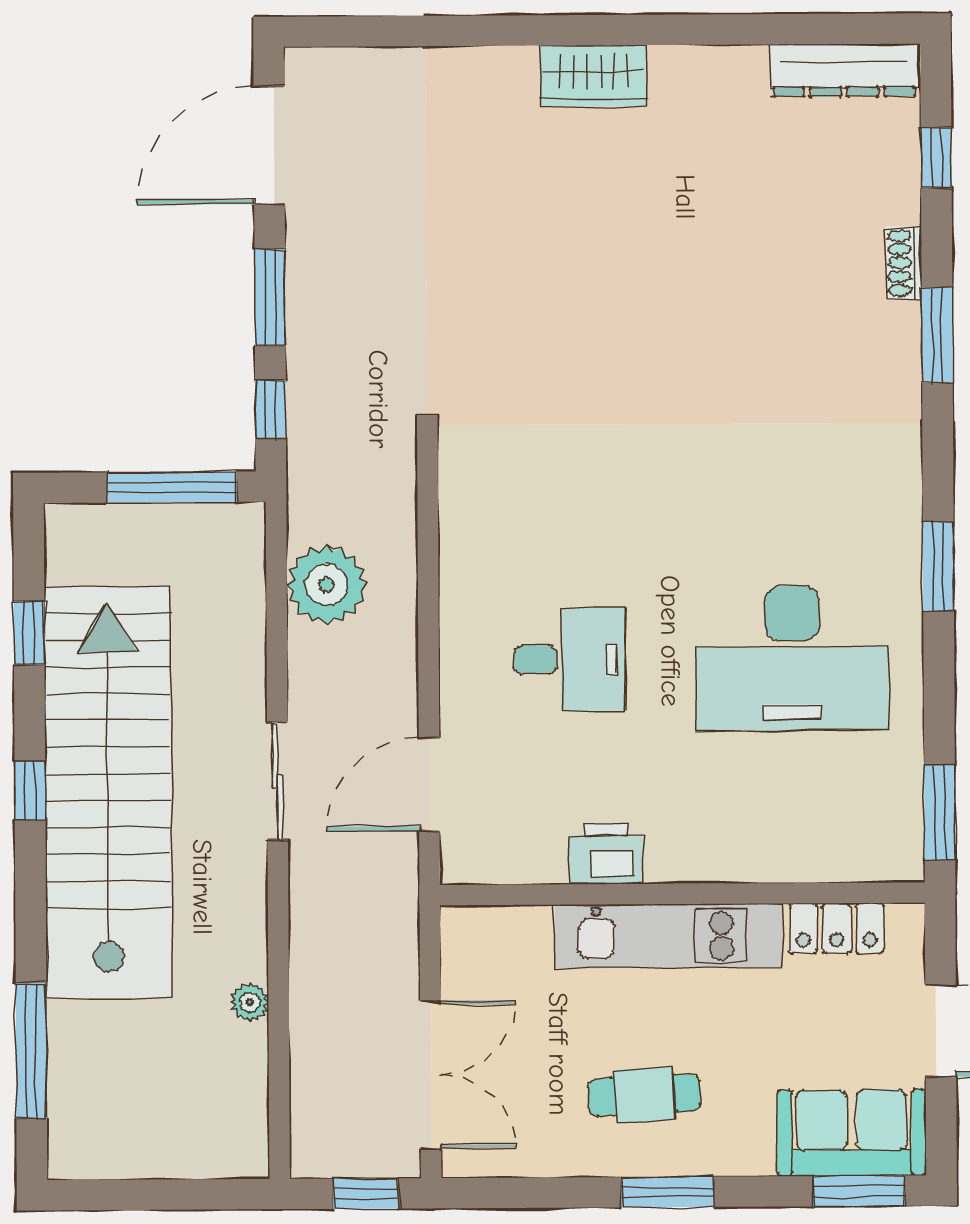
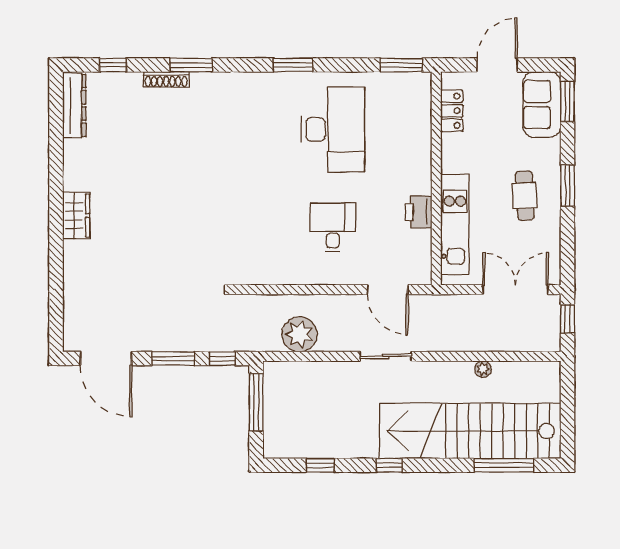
shoe rack: (904, 263) -> (166, 80), width x1.43
stairs: (108, 792) -> (470, 431), moved
kitchen unit: (669, 936) -> (455, 224), moved

